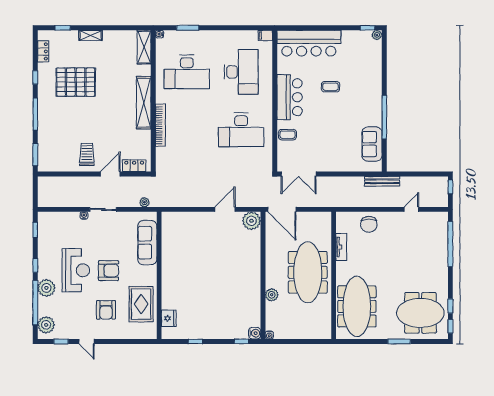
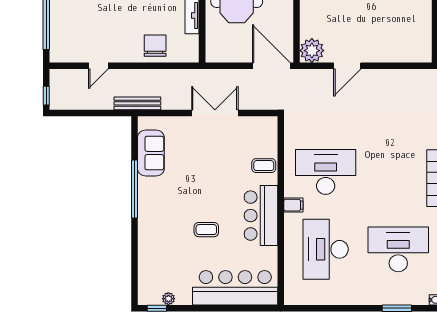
filing cabinet: (265, 35) -> (293, 205), moved
plant: (377, 35) -> (168, 299), moved
double door: (299, 174) -> (215, 113), moved

